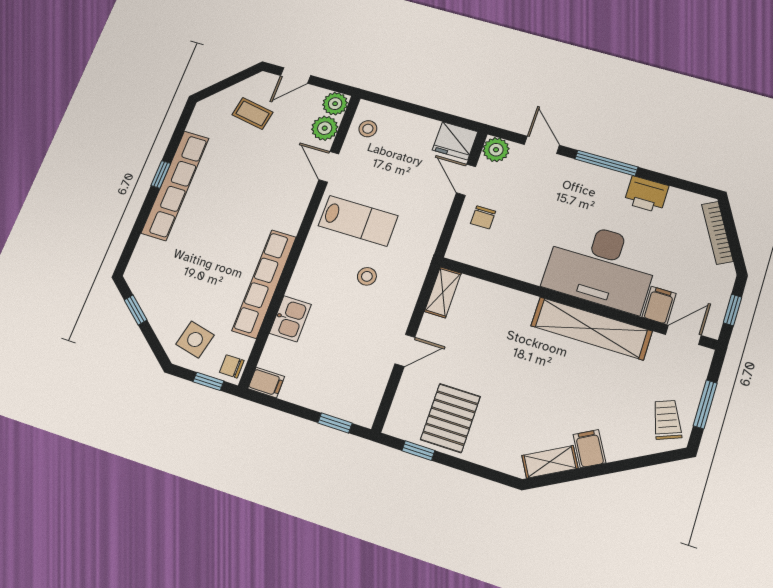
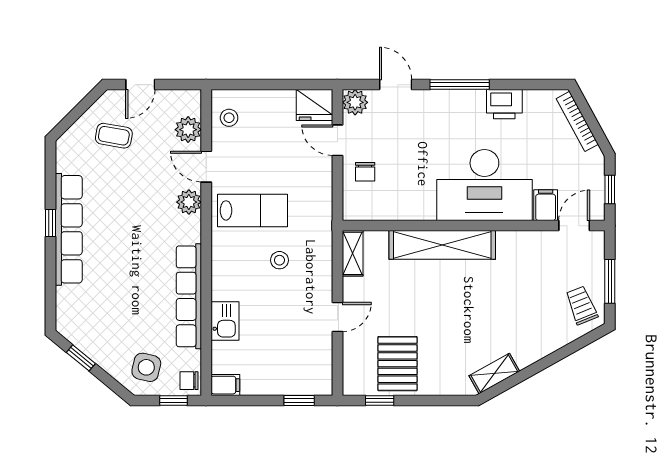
plant: (335, 104) -> (189, 202), moved
shelving: (591, 328) -> (442, 245), moved
filing cabinet: (589, 449) -> (524, 351), removed

